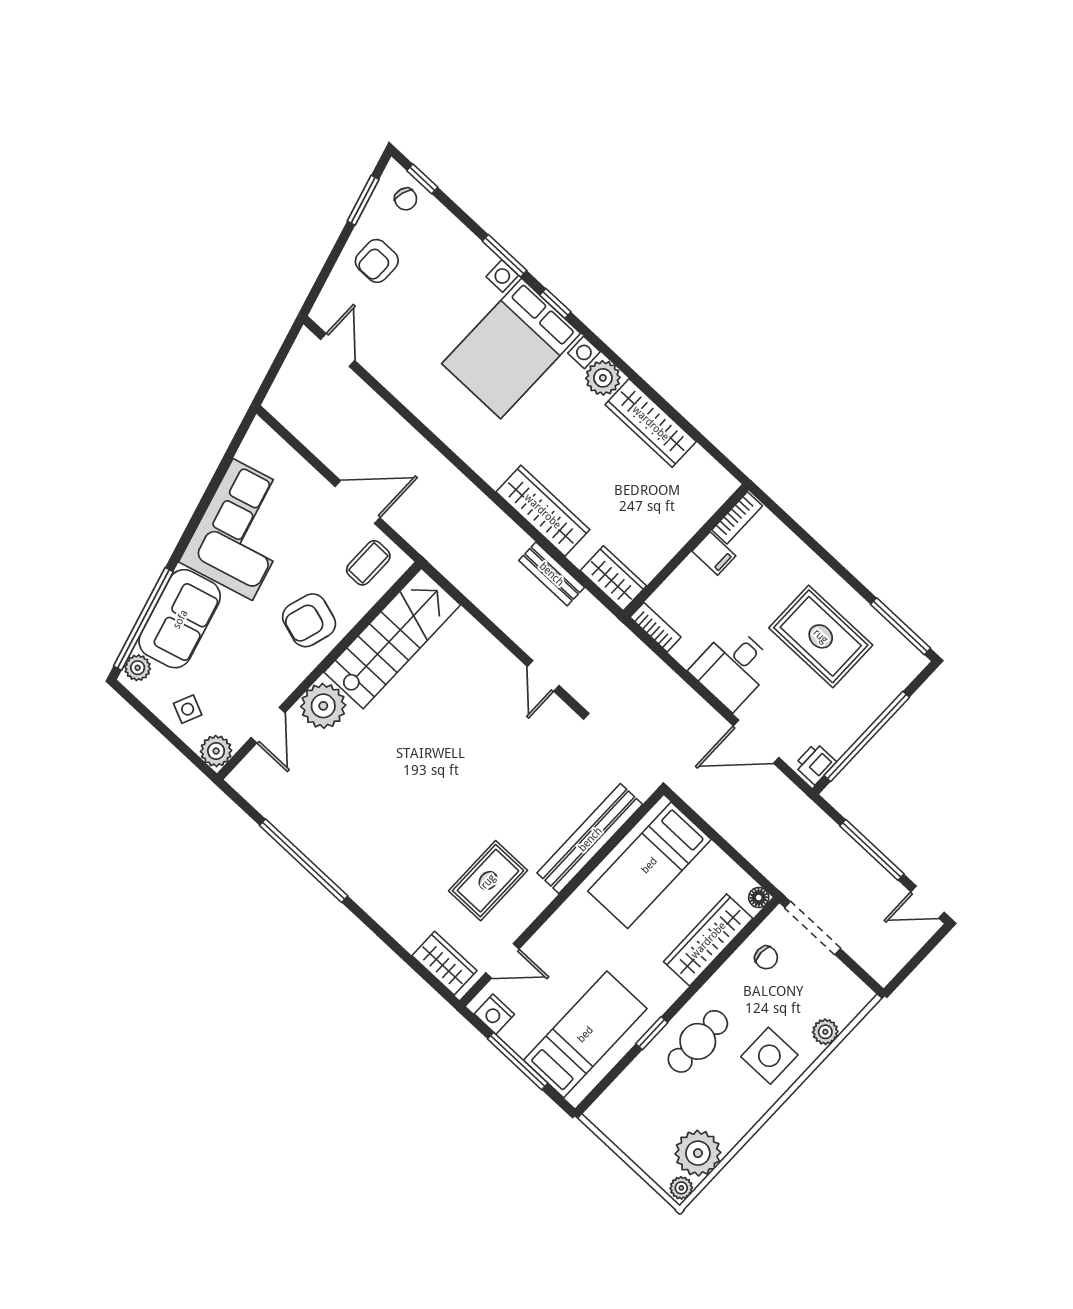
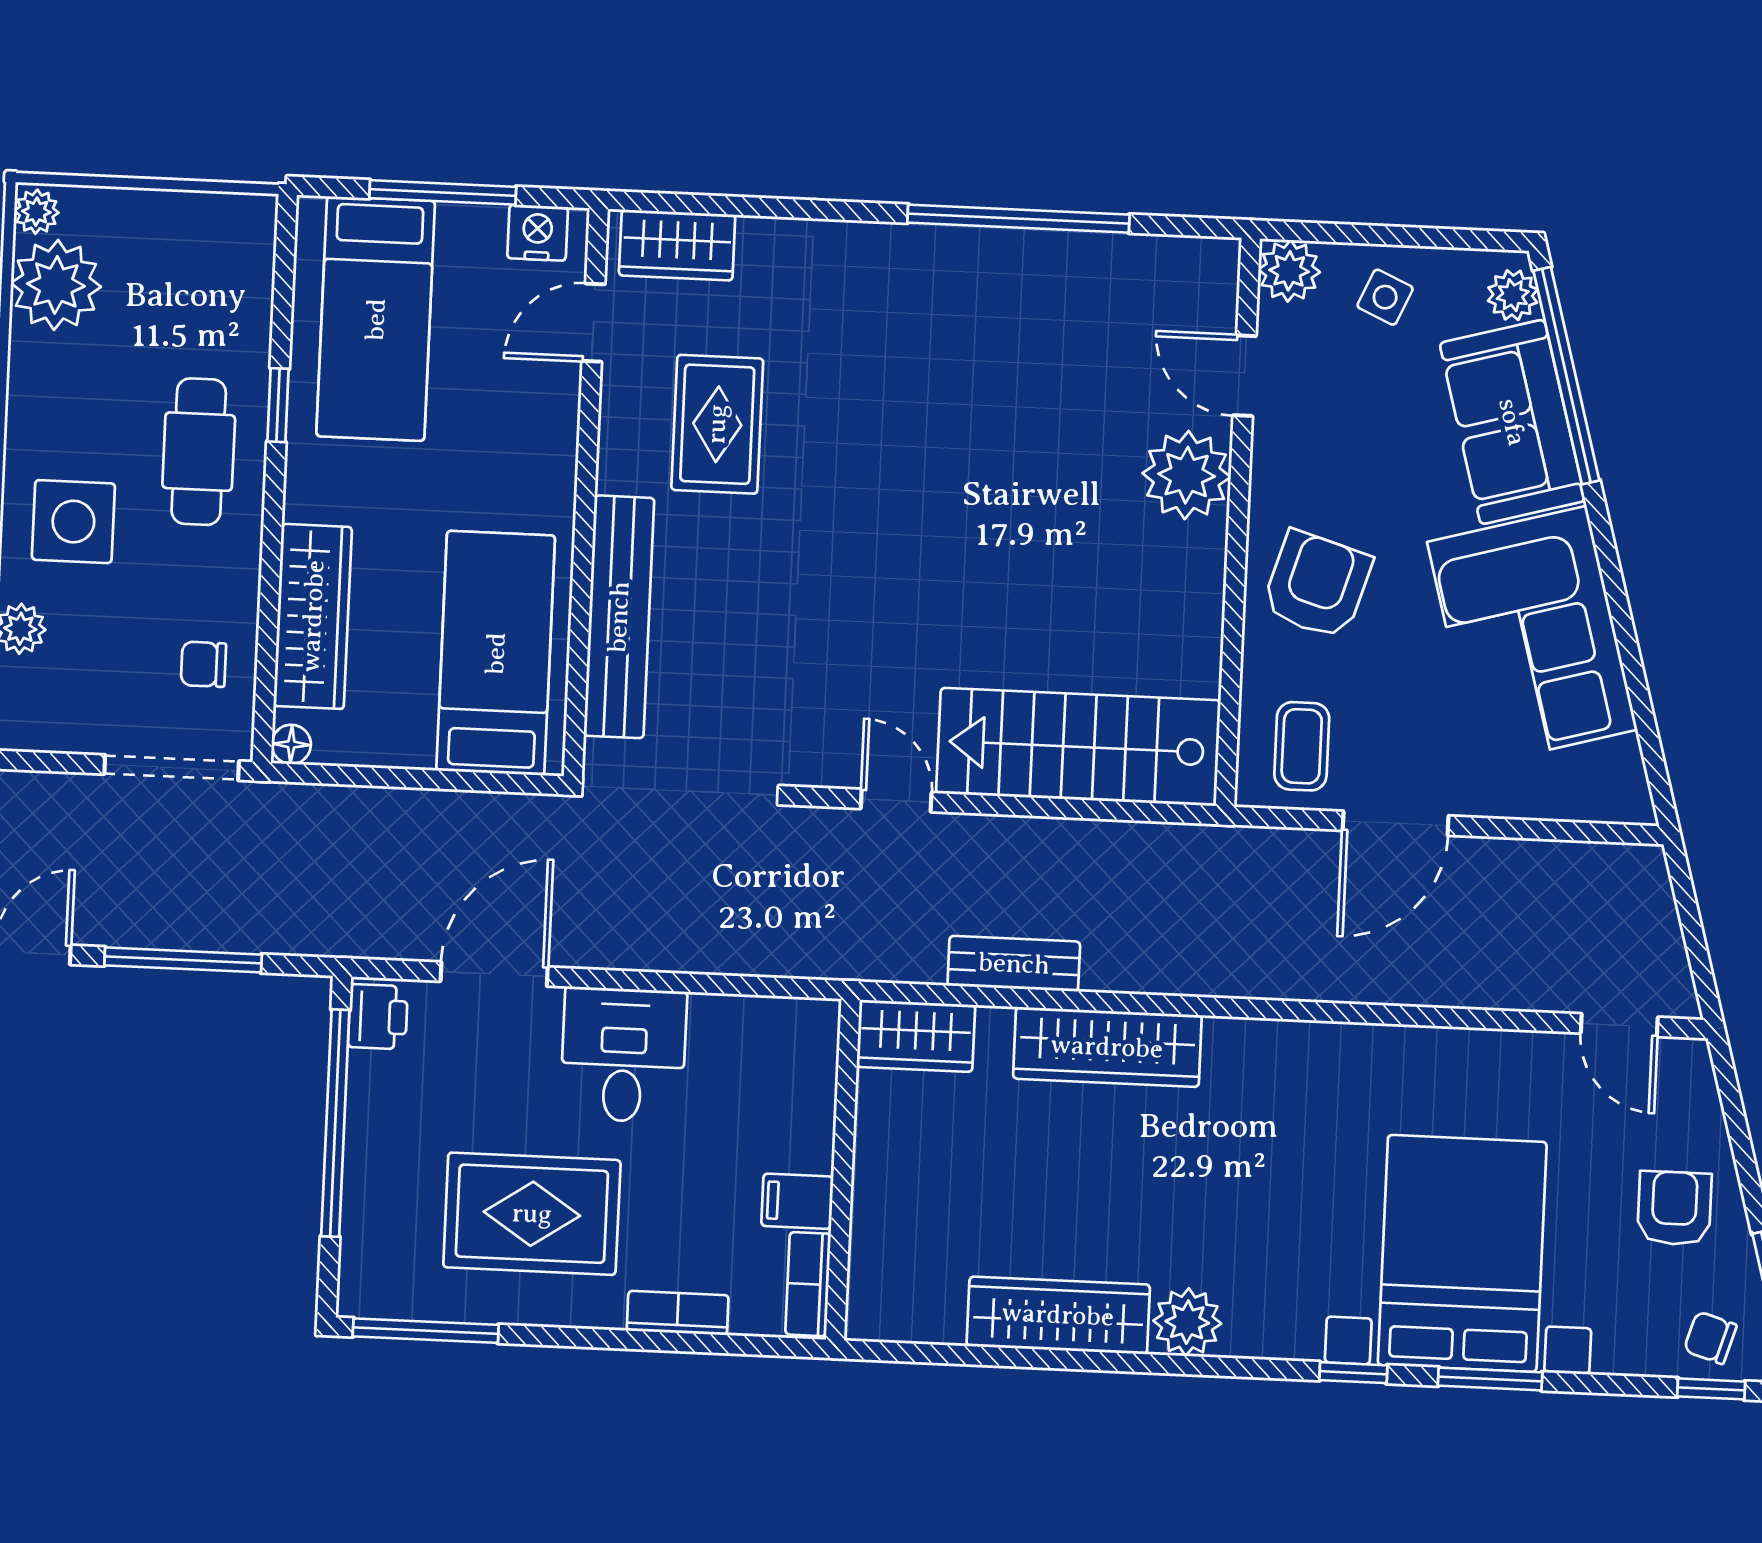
bed with nightstands: (511, 348) -> (1462, 1253), moved
bookcase: (655, 627) -> (678, 1313), moved, turned 180
stairs: (392, 639) -> (1078, 747), moved, turned 90

